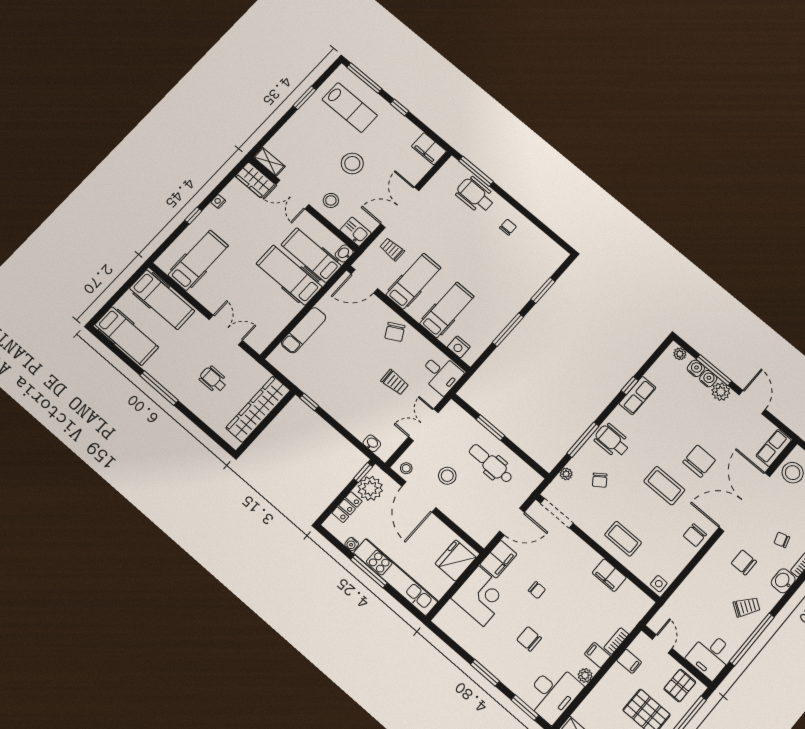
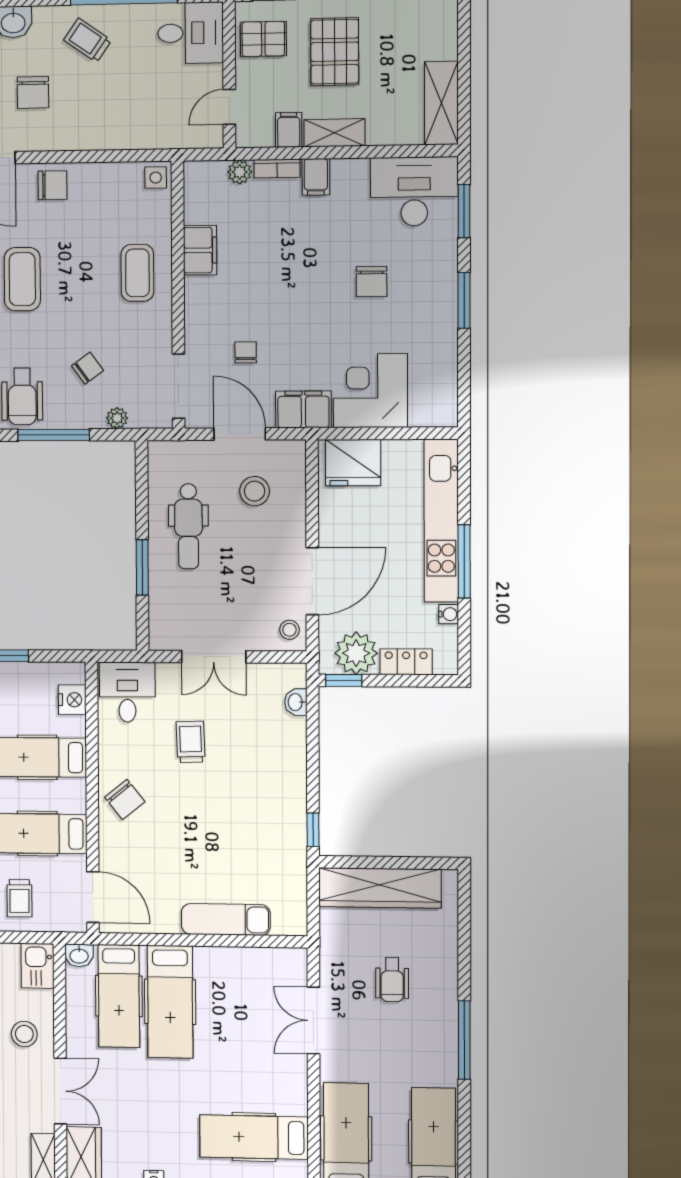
chair: (395, 332) -> (125, 799), turned 80
stool: (447, 476) -> (255, 491), moved
chair: (537, 590) -> (246, 352), moved
plant: (585, 675) -> (240, 172), moved
shelving: (610, 680) -> (334, 133), added

